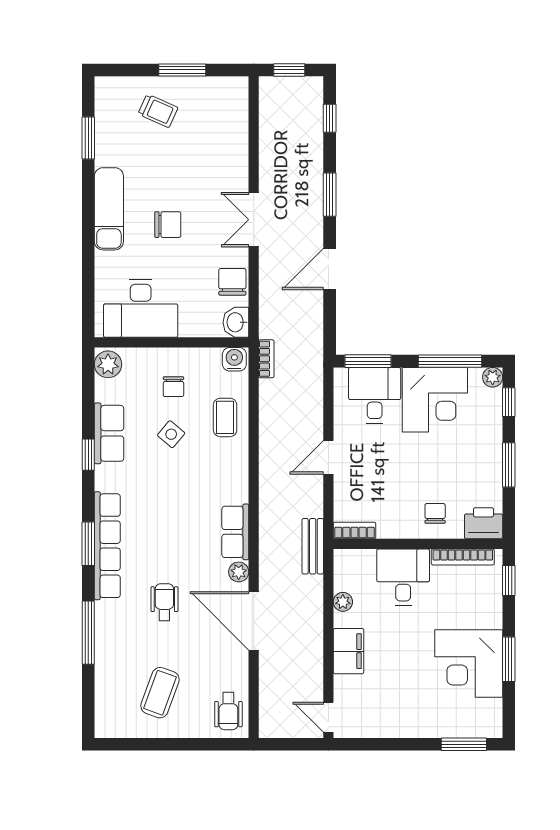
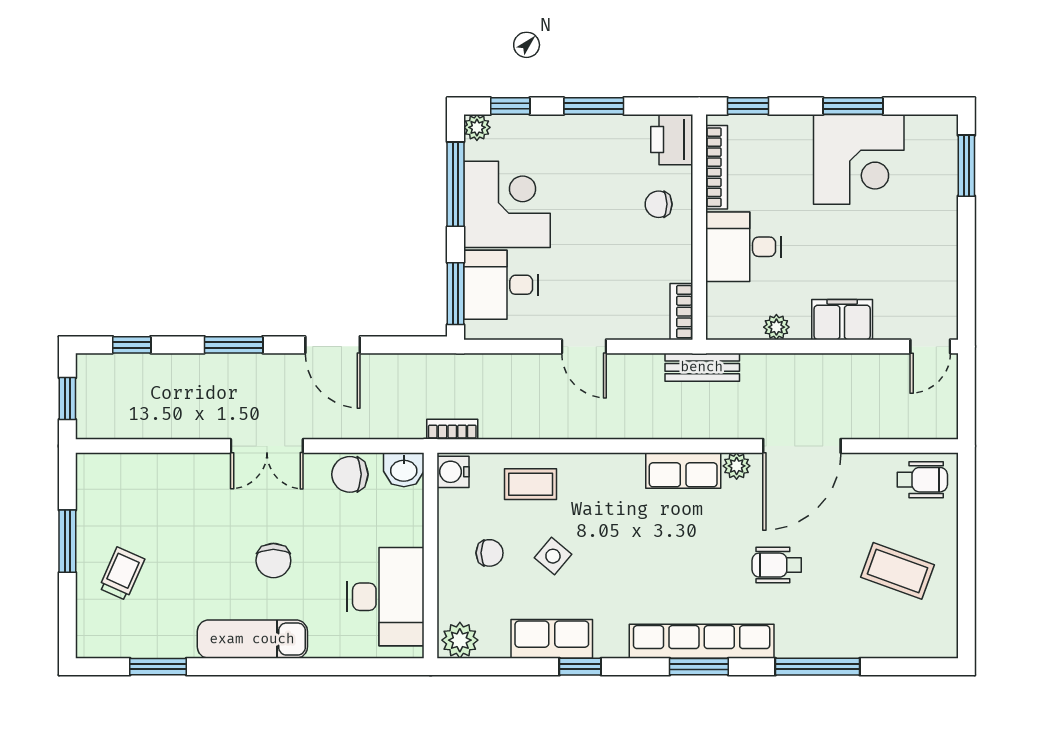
chair: (168, 225) -> (273, 561), turned 180

